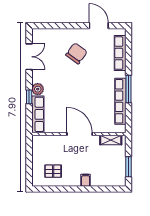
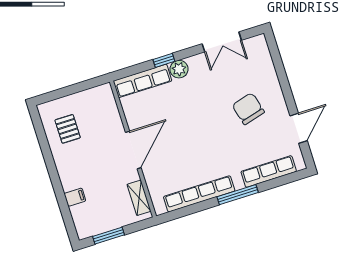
chair: (76, 53) -> (248, 109), turned -141
window: (128, 89) -> (238, 195), moved
filing cabinet: (86, 180) -> (75, 197), moved

